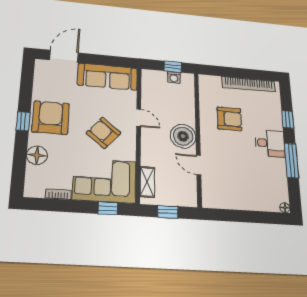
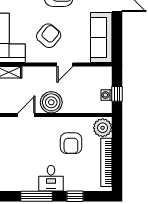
plant: (211, 85) -> (103, 128), added

